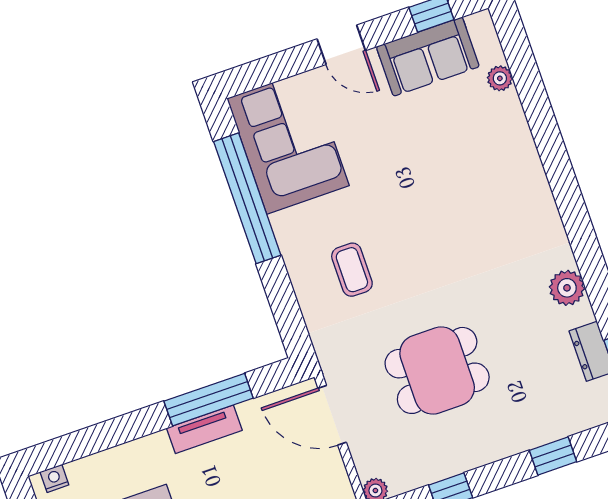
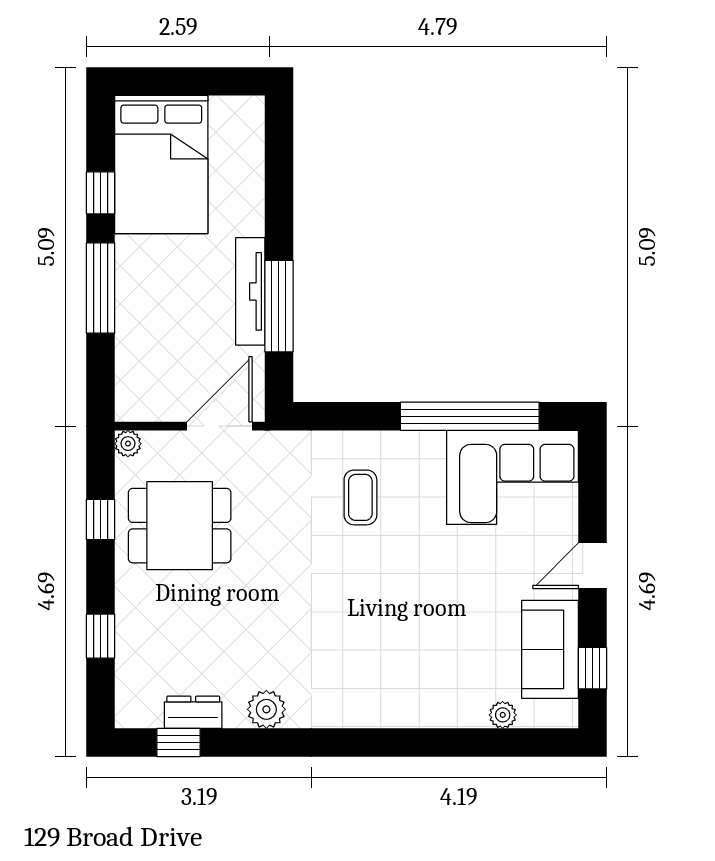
coffee table: (352, 270) -> (360, 497), turned 90
dining table: (437, 370) -> (180, 526), moved, turned 90
tv unit: (204, 429) -> (250, 291), width x1.41
nightstand: (54, 478) -> (253, 122), removed

